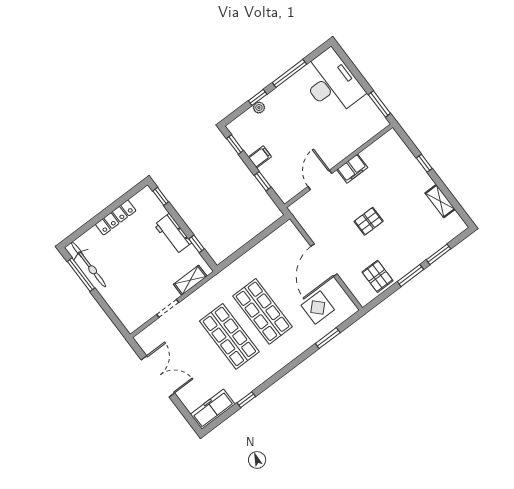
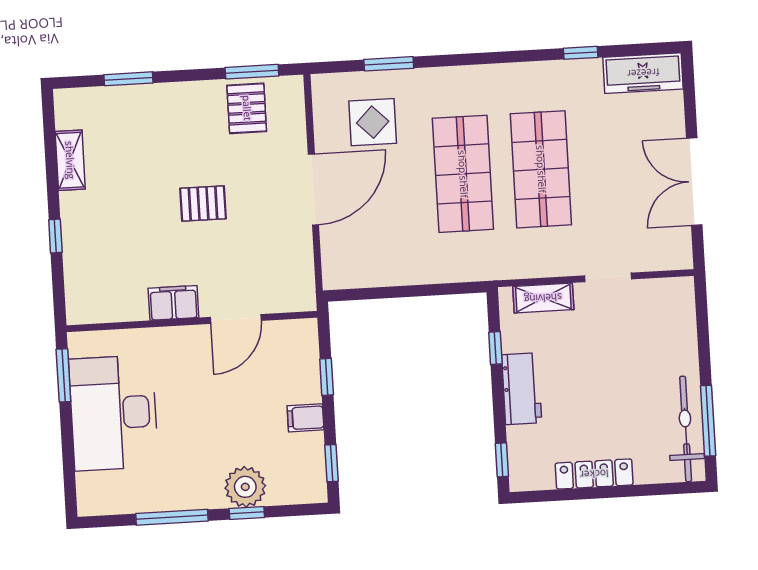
desk: (332, 83) -> (114, 413), moved
plant: (259, 108) -> (245, 487), width x1.87, depth x1.87
window: (410, 276) -> (252, 72), moved

